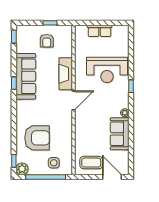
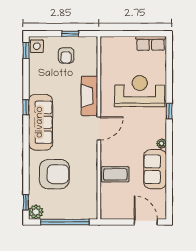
row of seats: (100, 31) -> (151, 43), moved
reception desk: (107, 70) -> (140, 91), turned 180
sofa: (26, 76) -> (40, 122), moved
side table: (54, 163) -> (37, 46), moved
coffee table: (91, 163) -> (115, 174), moved

